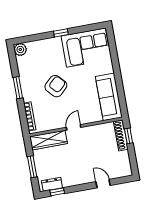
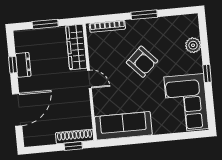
plant: (20, 50) -> (193, 45), moved
dresser: (52, 184) -> (23, 65), moved
door: (103, 184) -> (17, 110), width x1.87
window: (57, 192) -> (13, 65), moved

